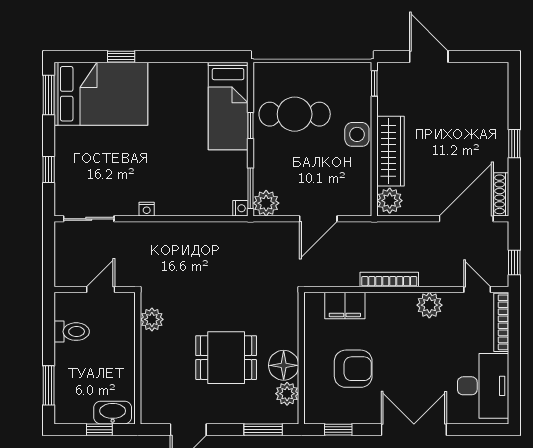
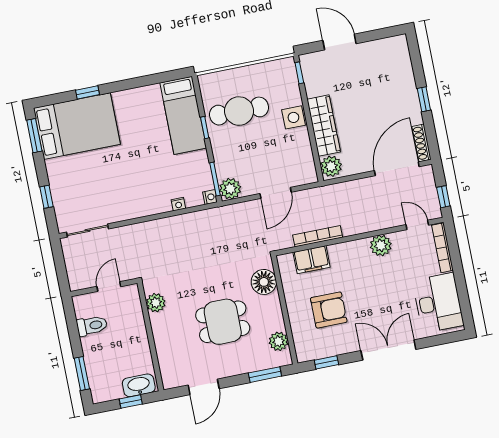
nightstand: (147, 209) -> (178, 204), moved
bookcase: (389, 279) -> (318, 236), moved
floor lamp: (284, 365) -> (264, 282), moved

